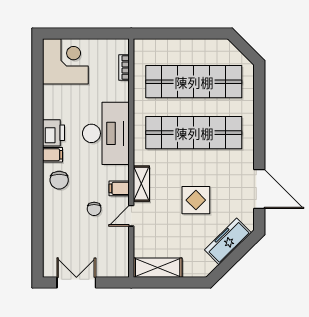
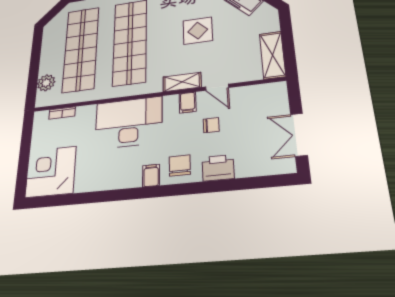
plant: (160, 48) -> (46, 83), added
printer: (54, 133) -> (218, 168), moved
chair: (59, 180) -> (180, 165), turned -90

